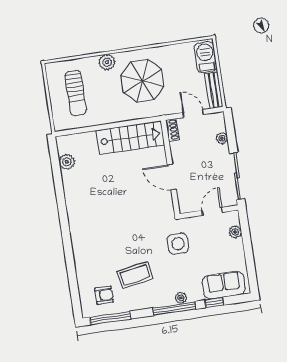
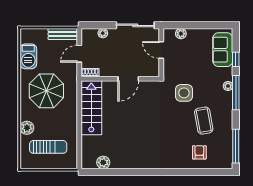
barbecue: (206, 57) -> (28, 56), moved, turned -90
plant: (107, 62) -> (27, 128), moved
side table: (178, 244) -> (184, 93), moved
armchair: (104, 295) -> (199, 152), moved

